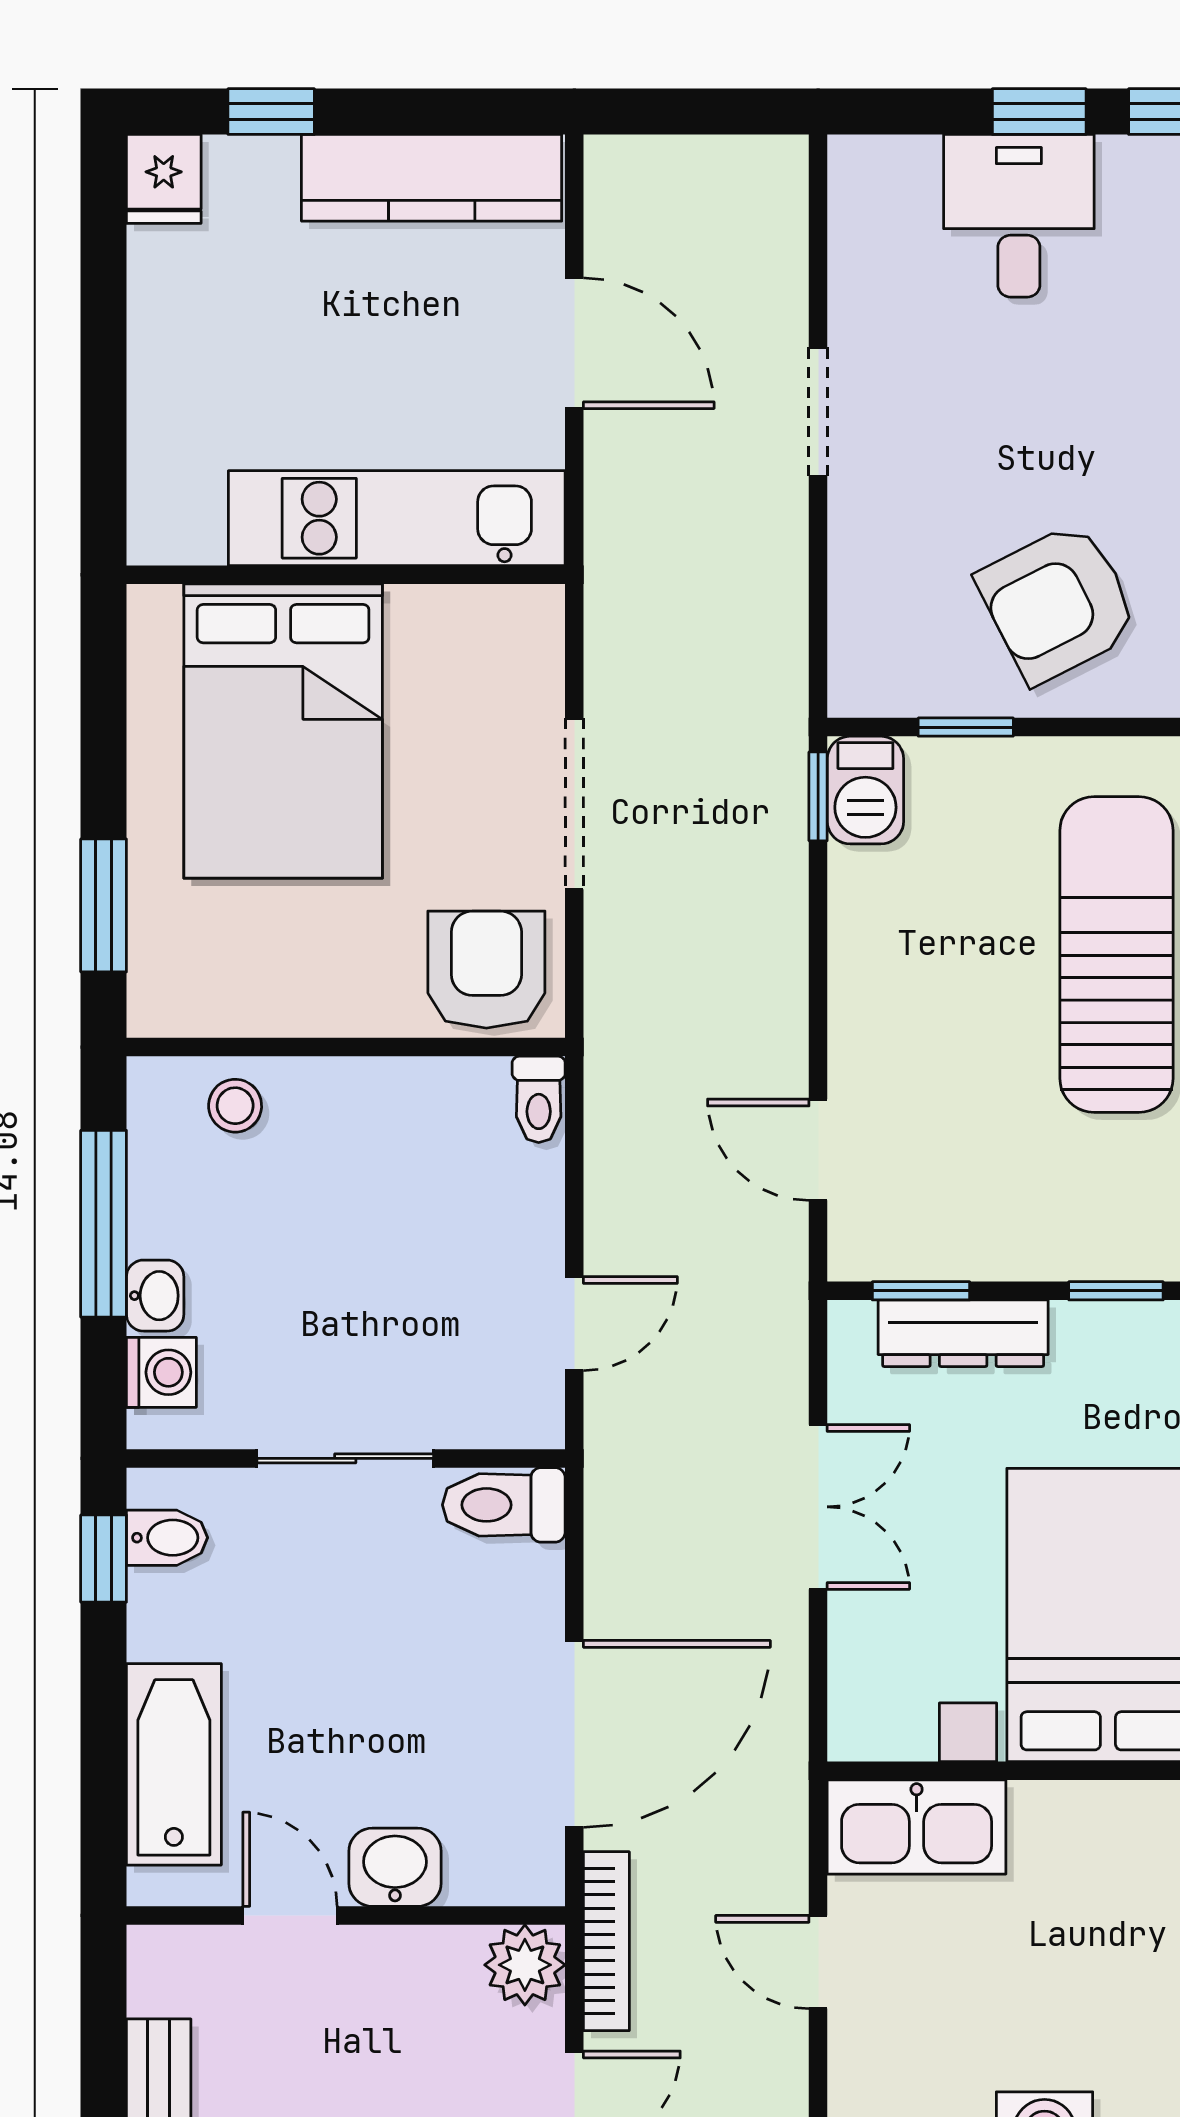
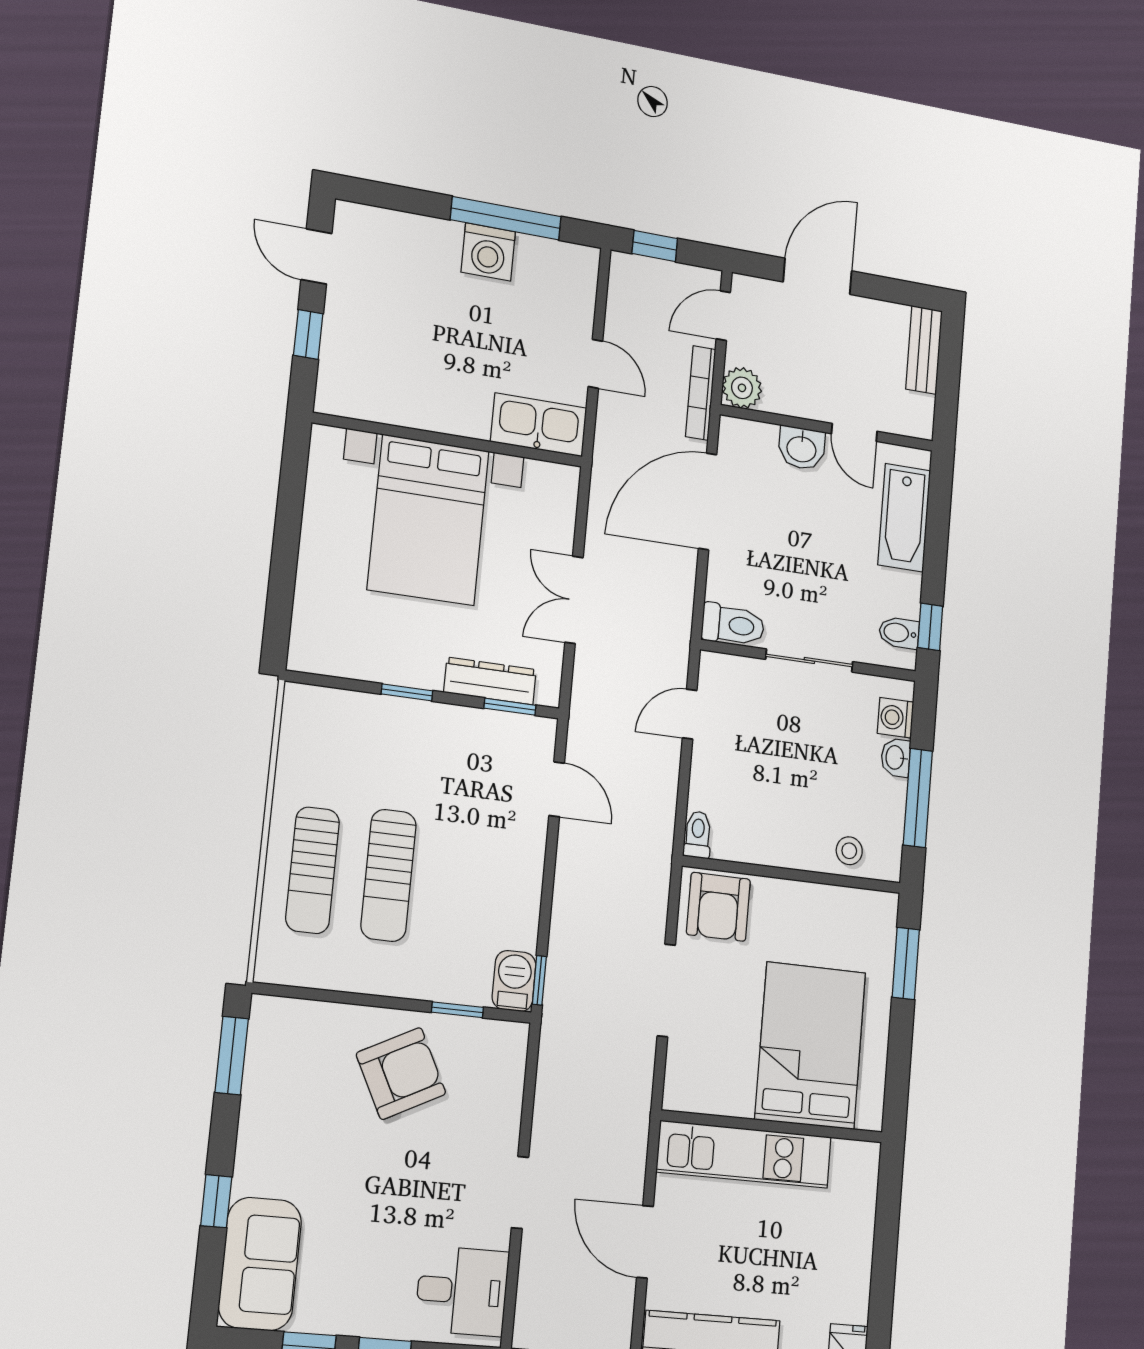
desk: (1019, 216) -> (462, 1291), moved, turned -90
sun lounger: (1116, 954) -> (389, 875), width x0.73, depth x0.75

